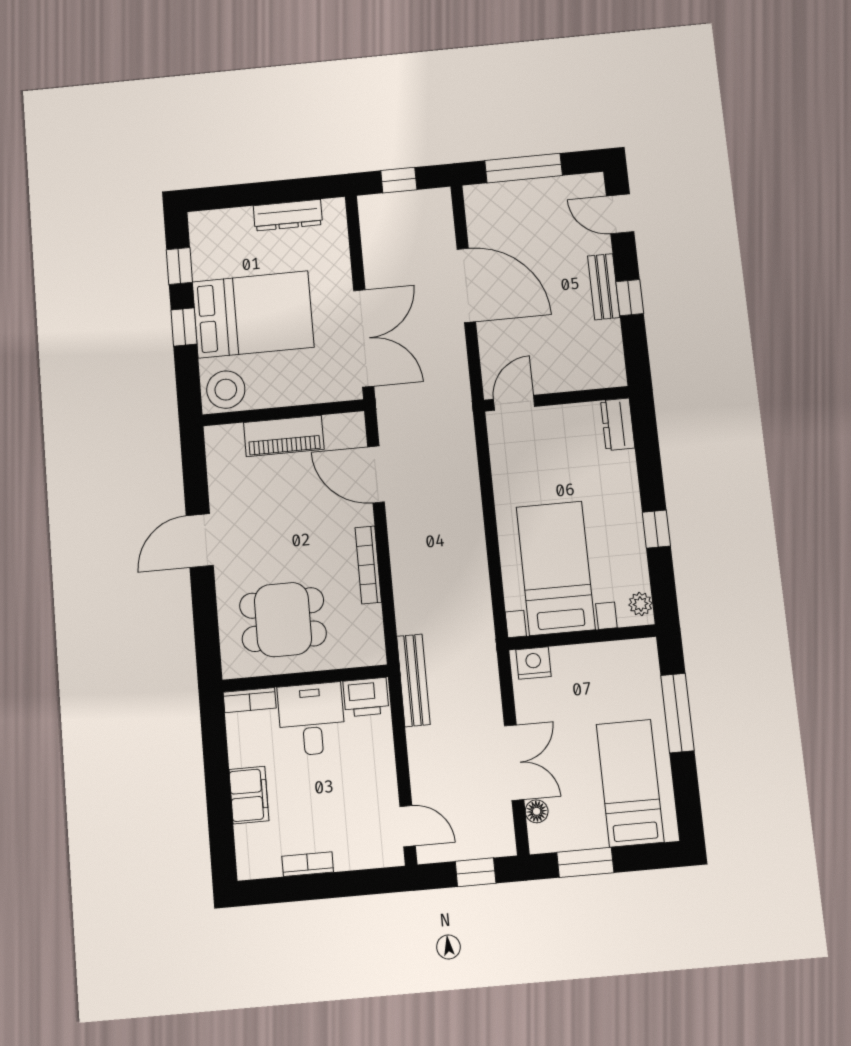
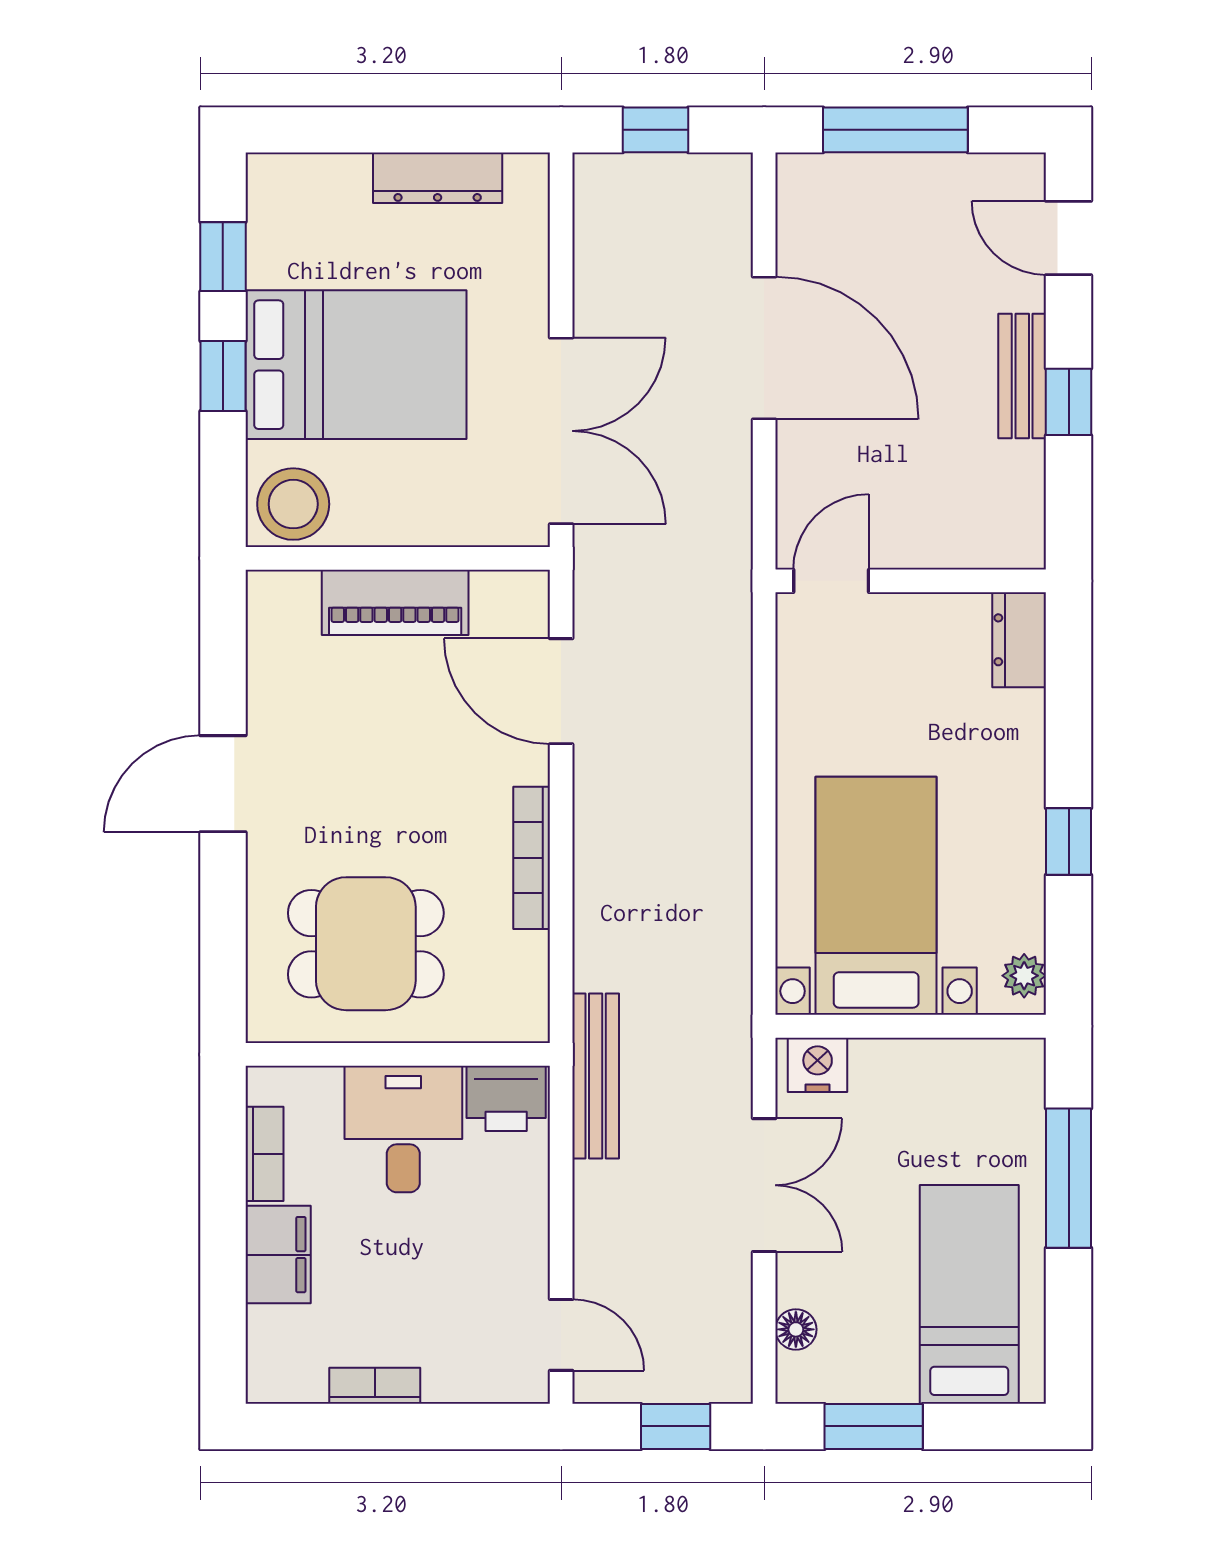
bookcase: (250, 700) -> (264, 1154), moved, turned -90
double door: (514, 763) -> (764, 1185), moved

